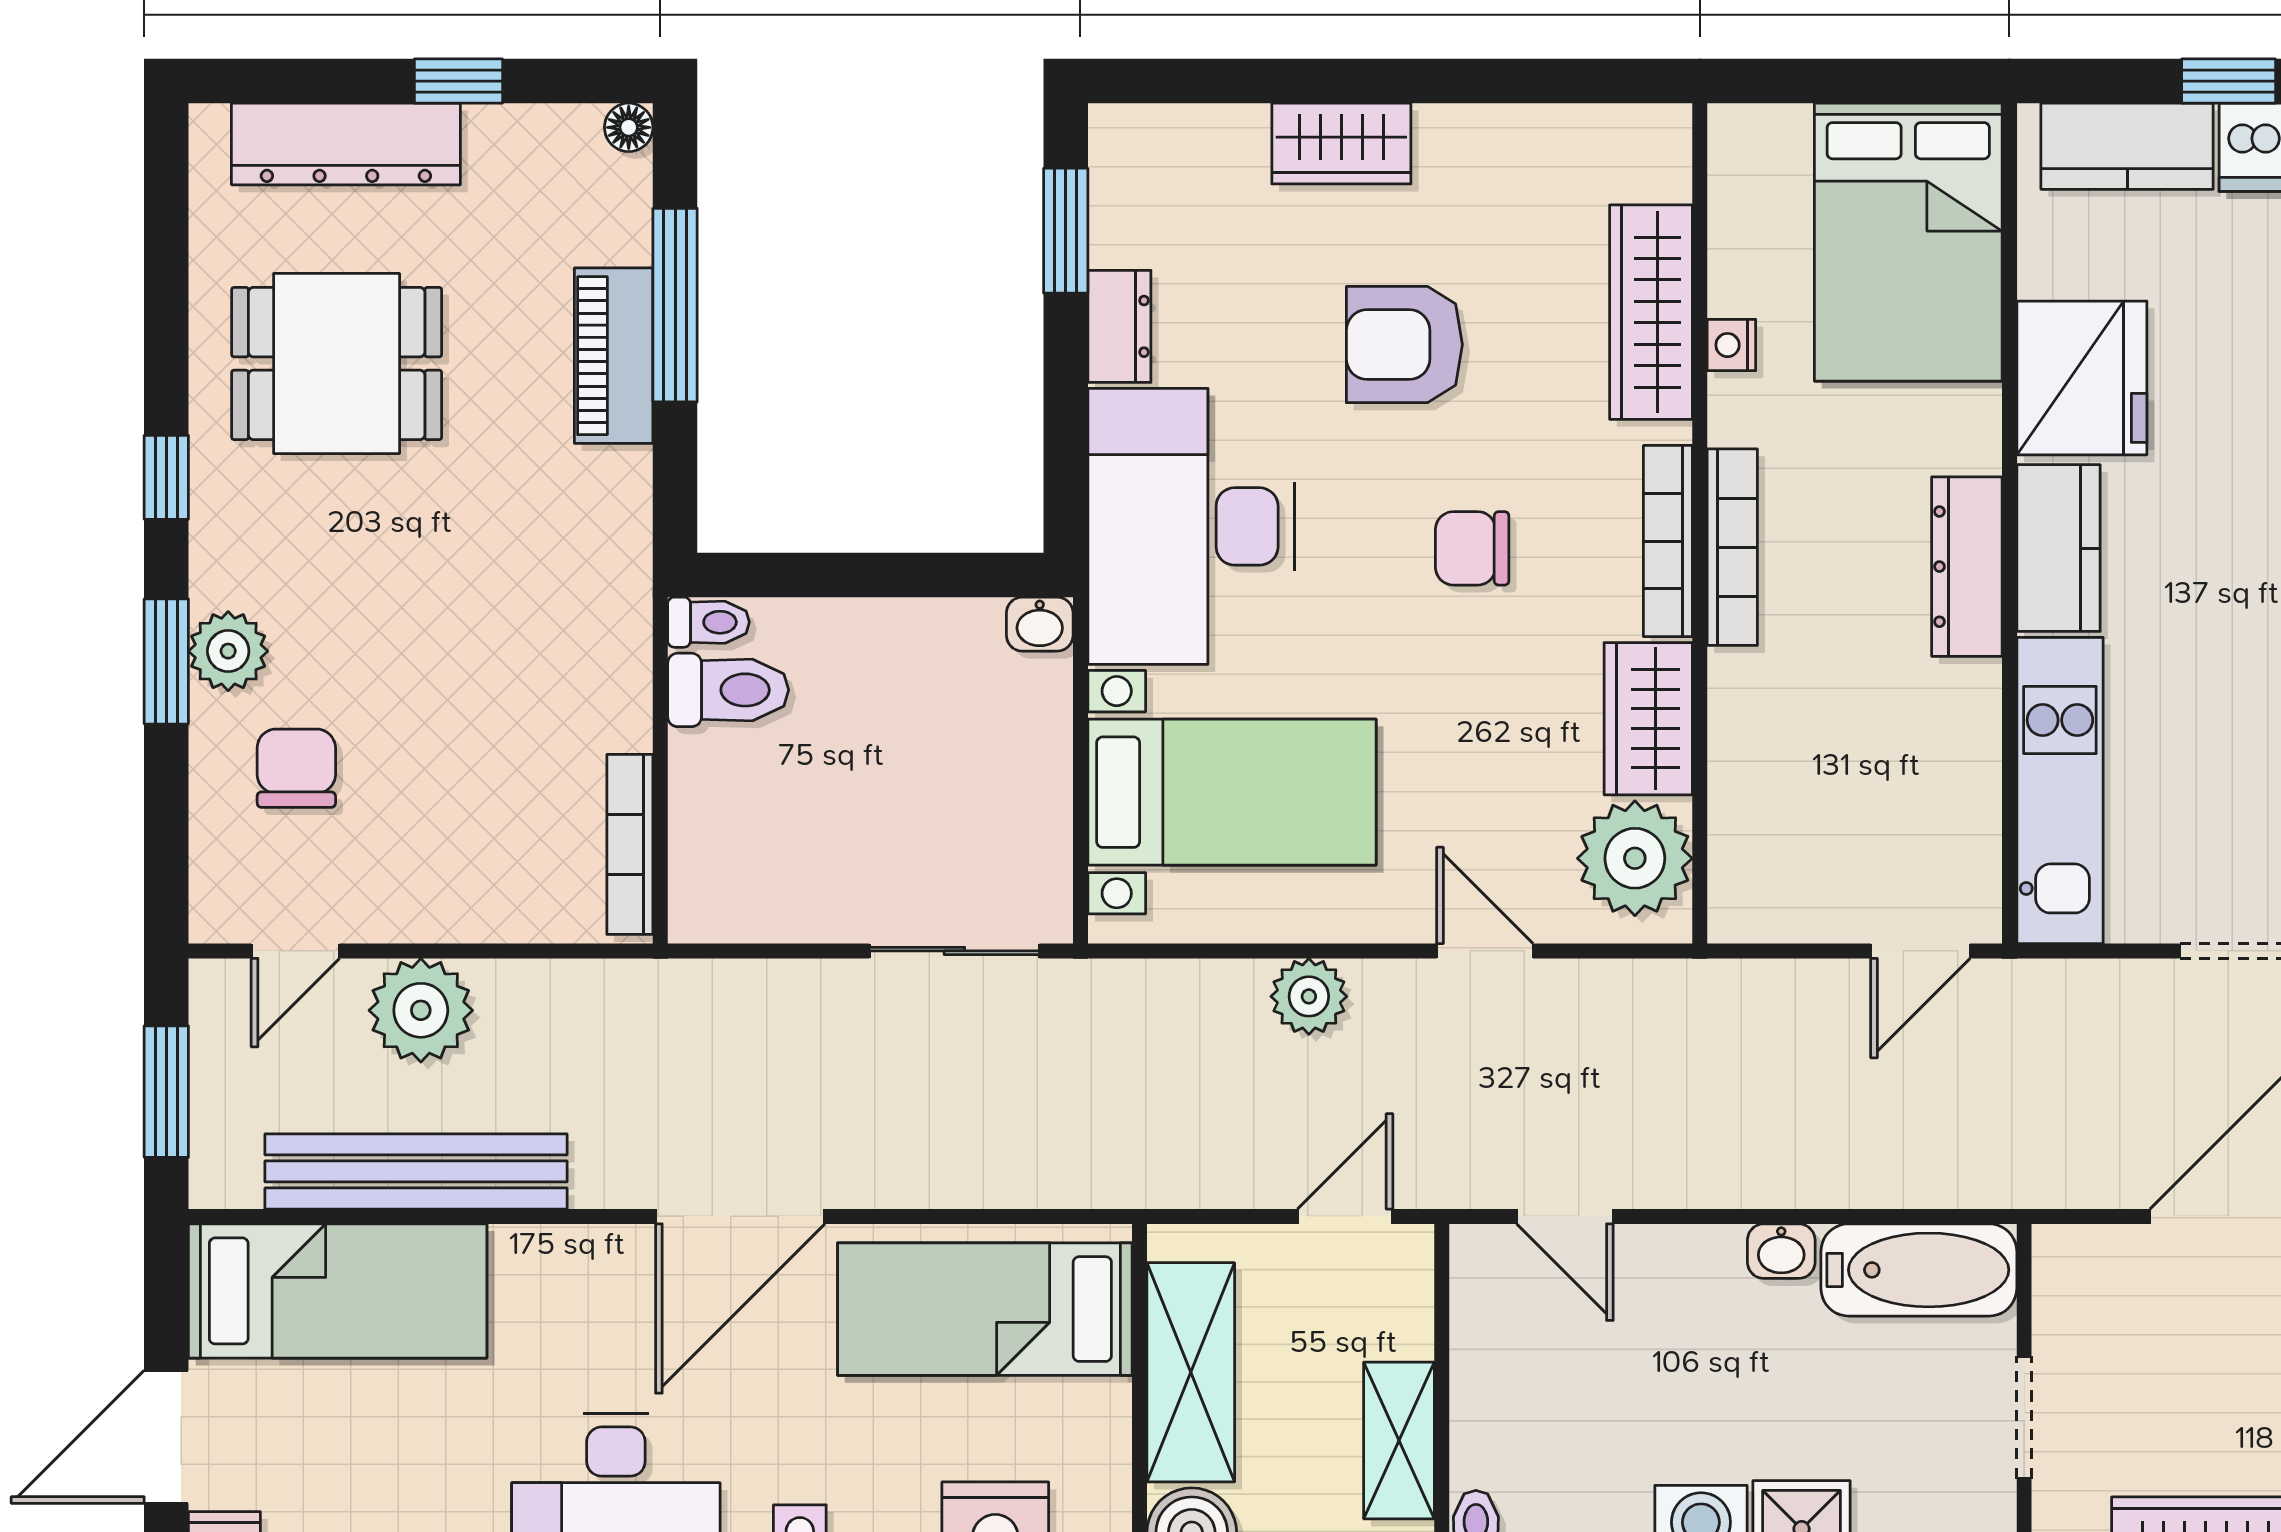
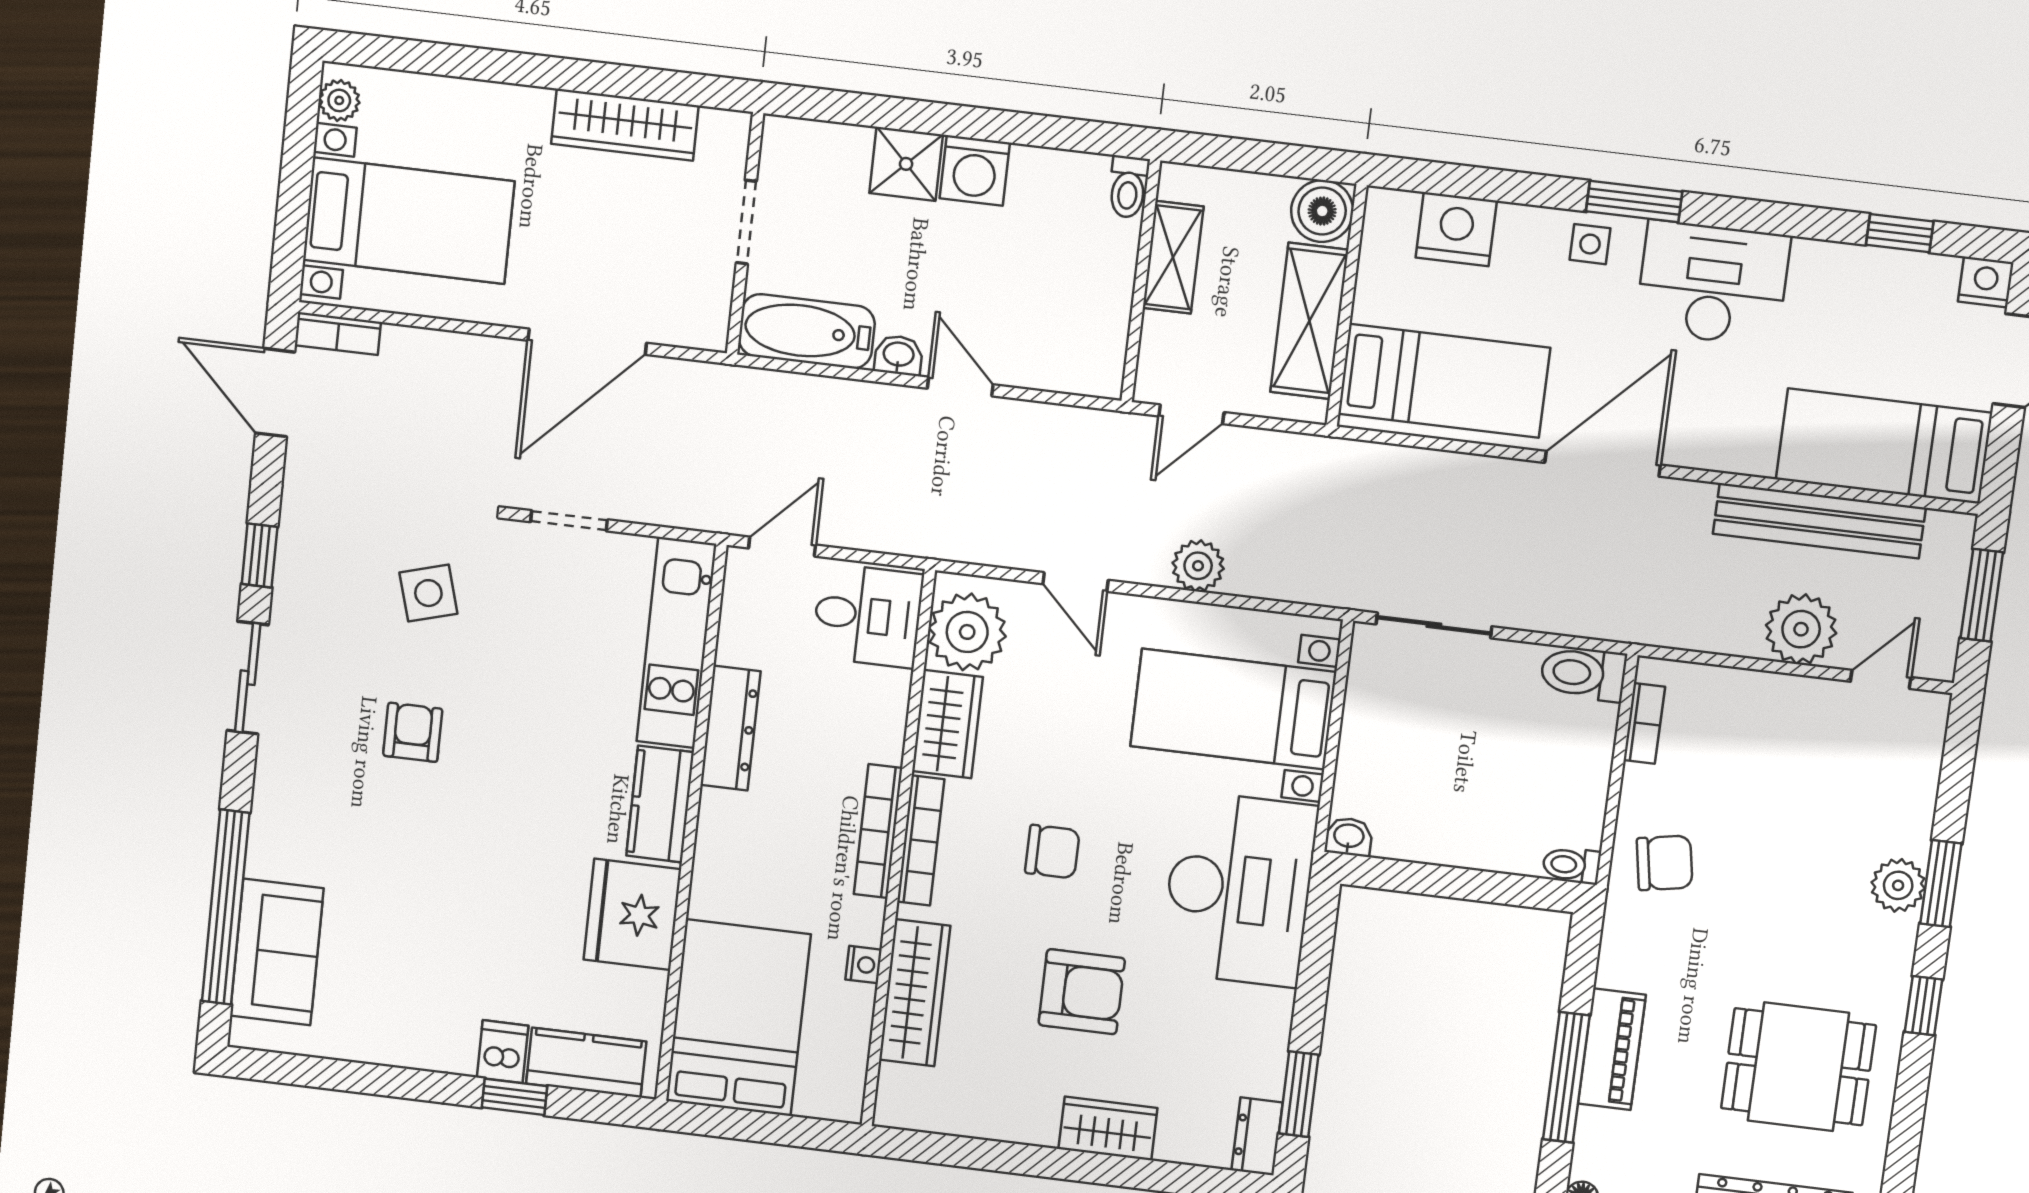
dresser: (1119, 326) -> (1257, 1136), moved
dresser: (1967, 567) -> (730, 728), moved
toilet: (728, 690) -> (1583, 674), moved
chair: (296, 768) -> (1665, 863), moved, turned -100
bookcase: (630, 844) -> (1644, 723), width x0.64
desk: (1783, 865) -> (868, 616), added
door: (1565, 1216) -> (960, 386), moved

